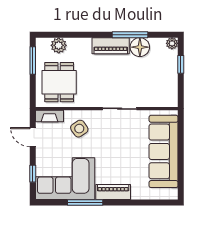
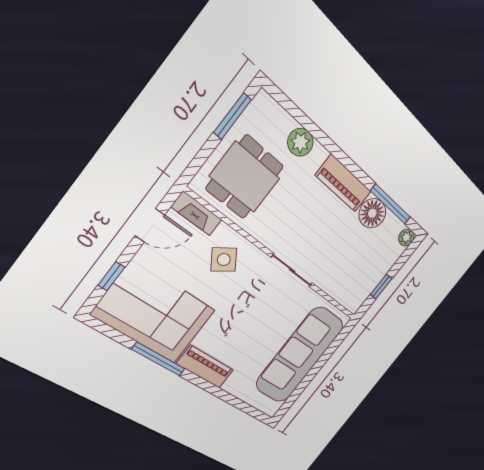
window: (130, 35) -> (391, 204), moved
plant: (59, 45) -> (300, 142), moved
window: (181, 64) -> (381, 287), moved
door: (33, 137) -> (150, 225), swing flipped

